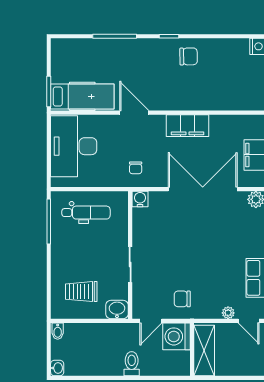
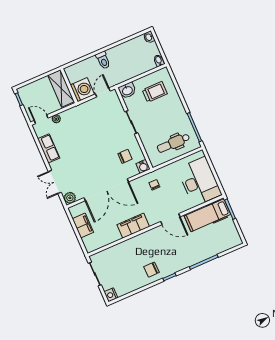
chair: (182, 299) -> (125, 156), moved

